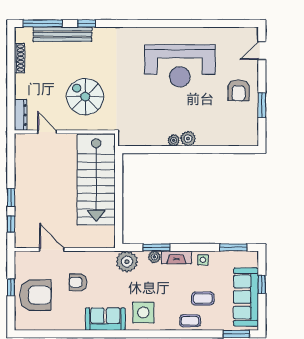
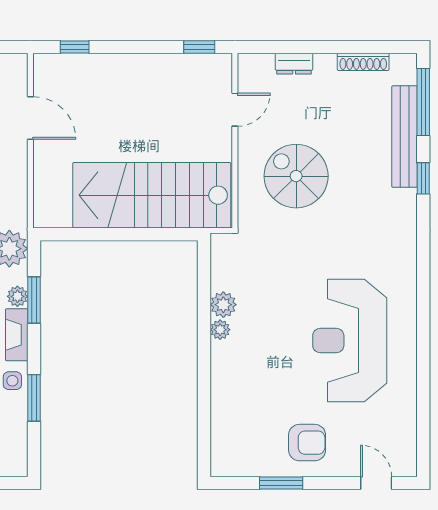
armchair: (239, 90) -> (307, 443), turned 180
spiral stairs: (85, 97) -> (296, 176), turned -90
dresser: (21, 115) -> (294, 64), moved, width x0.70
plant: (188, 139) -> (223, 305), moved
window: (11, 197) -> (199, 47), moved
window: (233, 247) -> (34, 398), moved
door: (52, 250) -> (30, 118), hinge flipped

